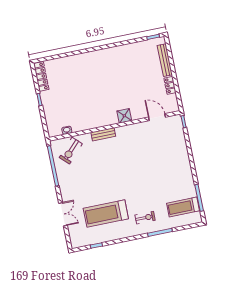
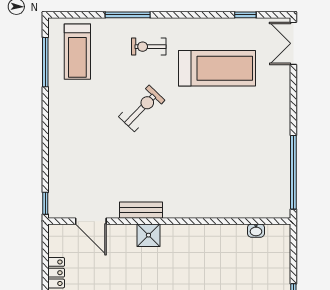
bench: (103, 134) -> (141, 210), moved
exercise bike: (71, 151) -> (142, 108), moved
treadmill: (183, 207) -> (77, 52), turned 90
double door: (63, 214) -> (293, 43), moved

